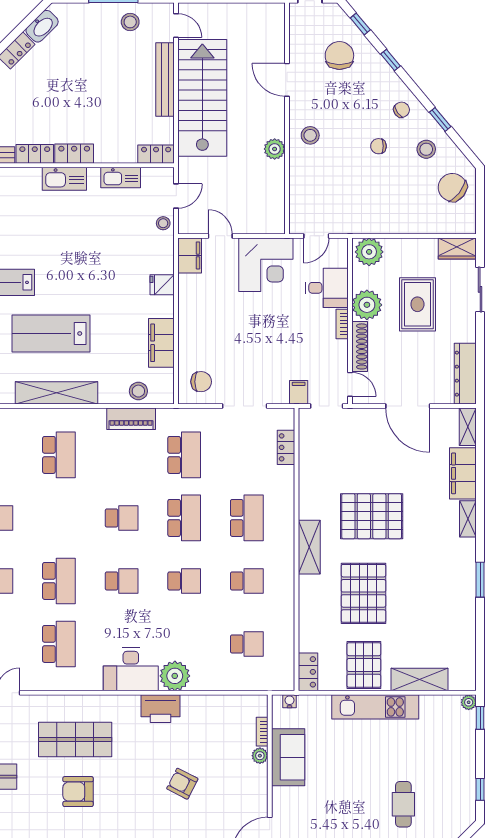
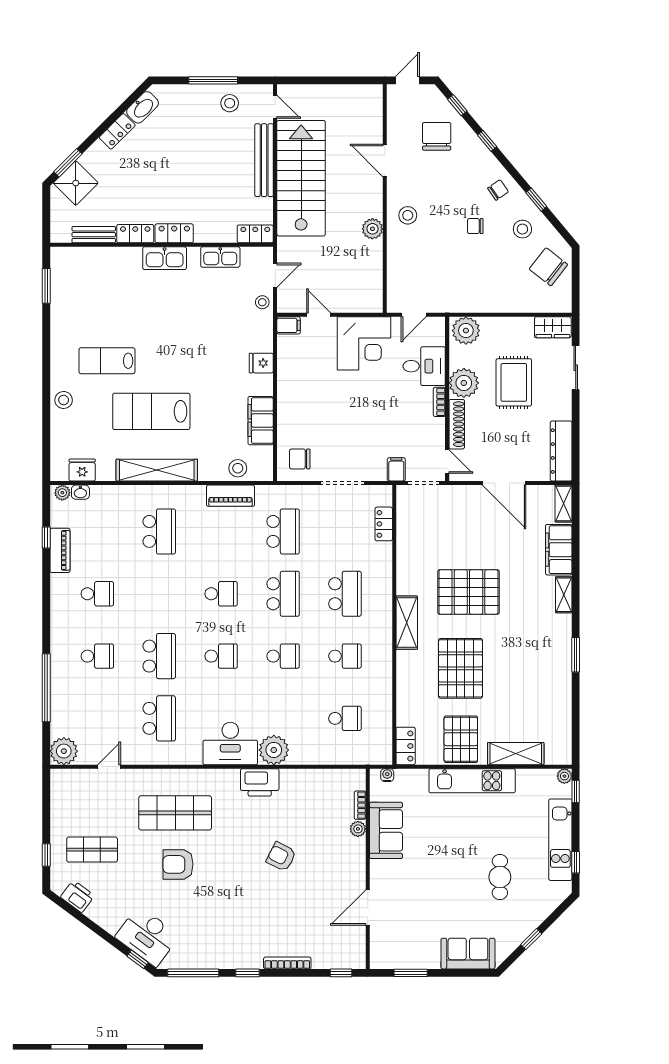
filing cabinet: (190, 255) -> (289, 325), width x0.50
chair: (201, 382) -> (300, 459), turned 180
kitchen unit: (465, 767) -> (560, 840), added

